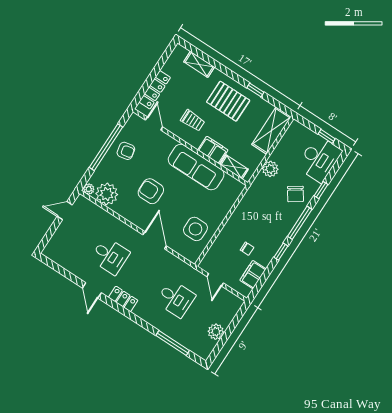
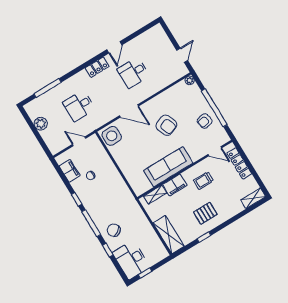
shelving: (199, 64) -> (253, 198), moved
pallet: (228, 101) -> (205, 213), width x0.67, depth x0.71
plant: (270, 169) -> (141, 220), removed
armchair: (151, 191) -> (166, 125), turned 69
plant: (107, 194) -> (180, 92), removed
side table: (195, 229) -> (112, 136), moved
door: (92, 290) -> (114, 47), swing flipped

